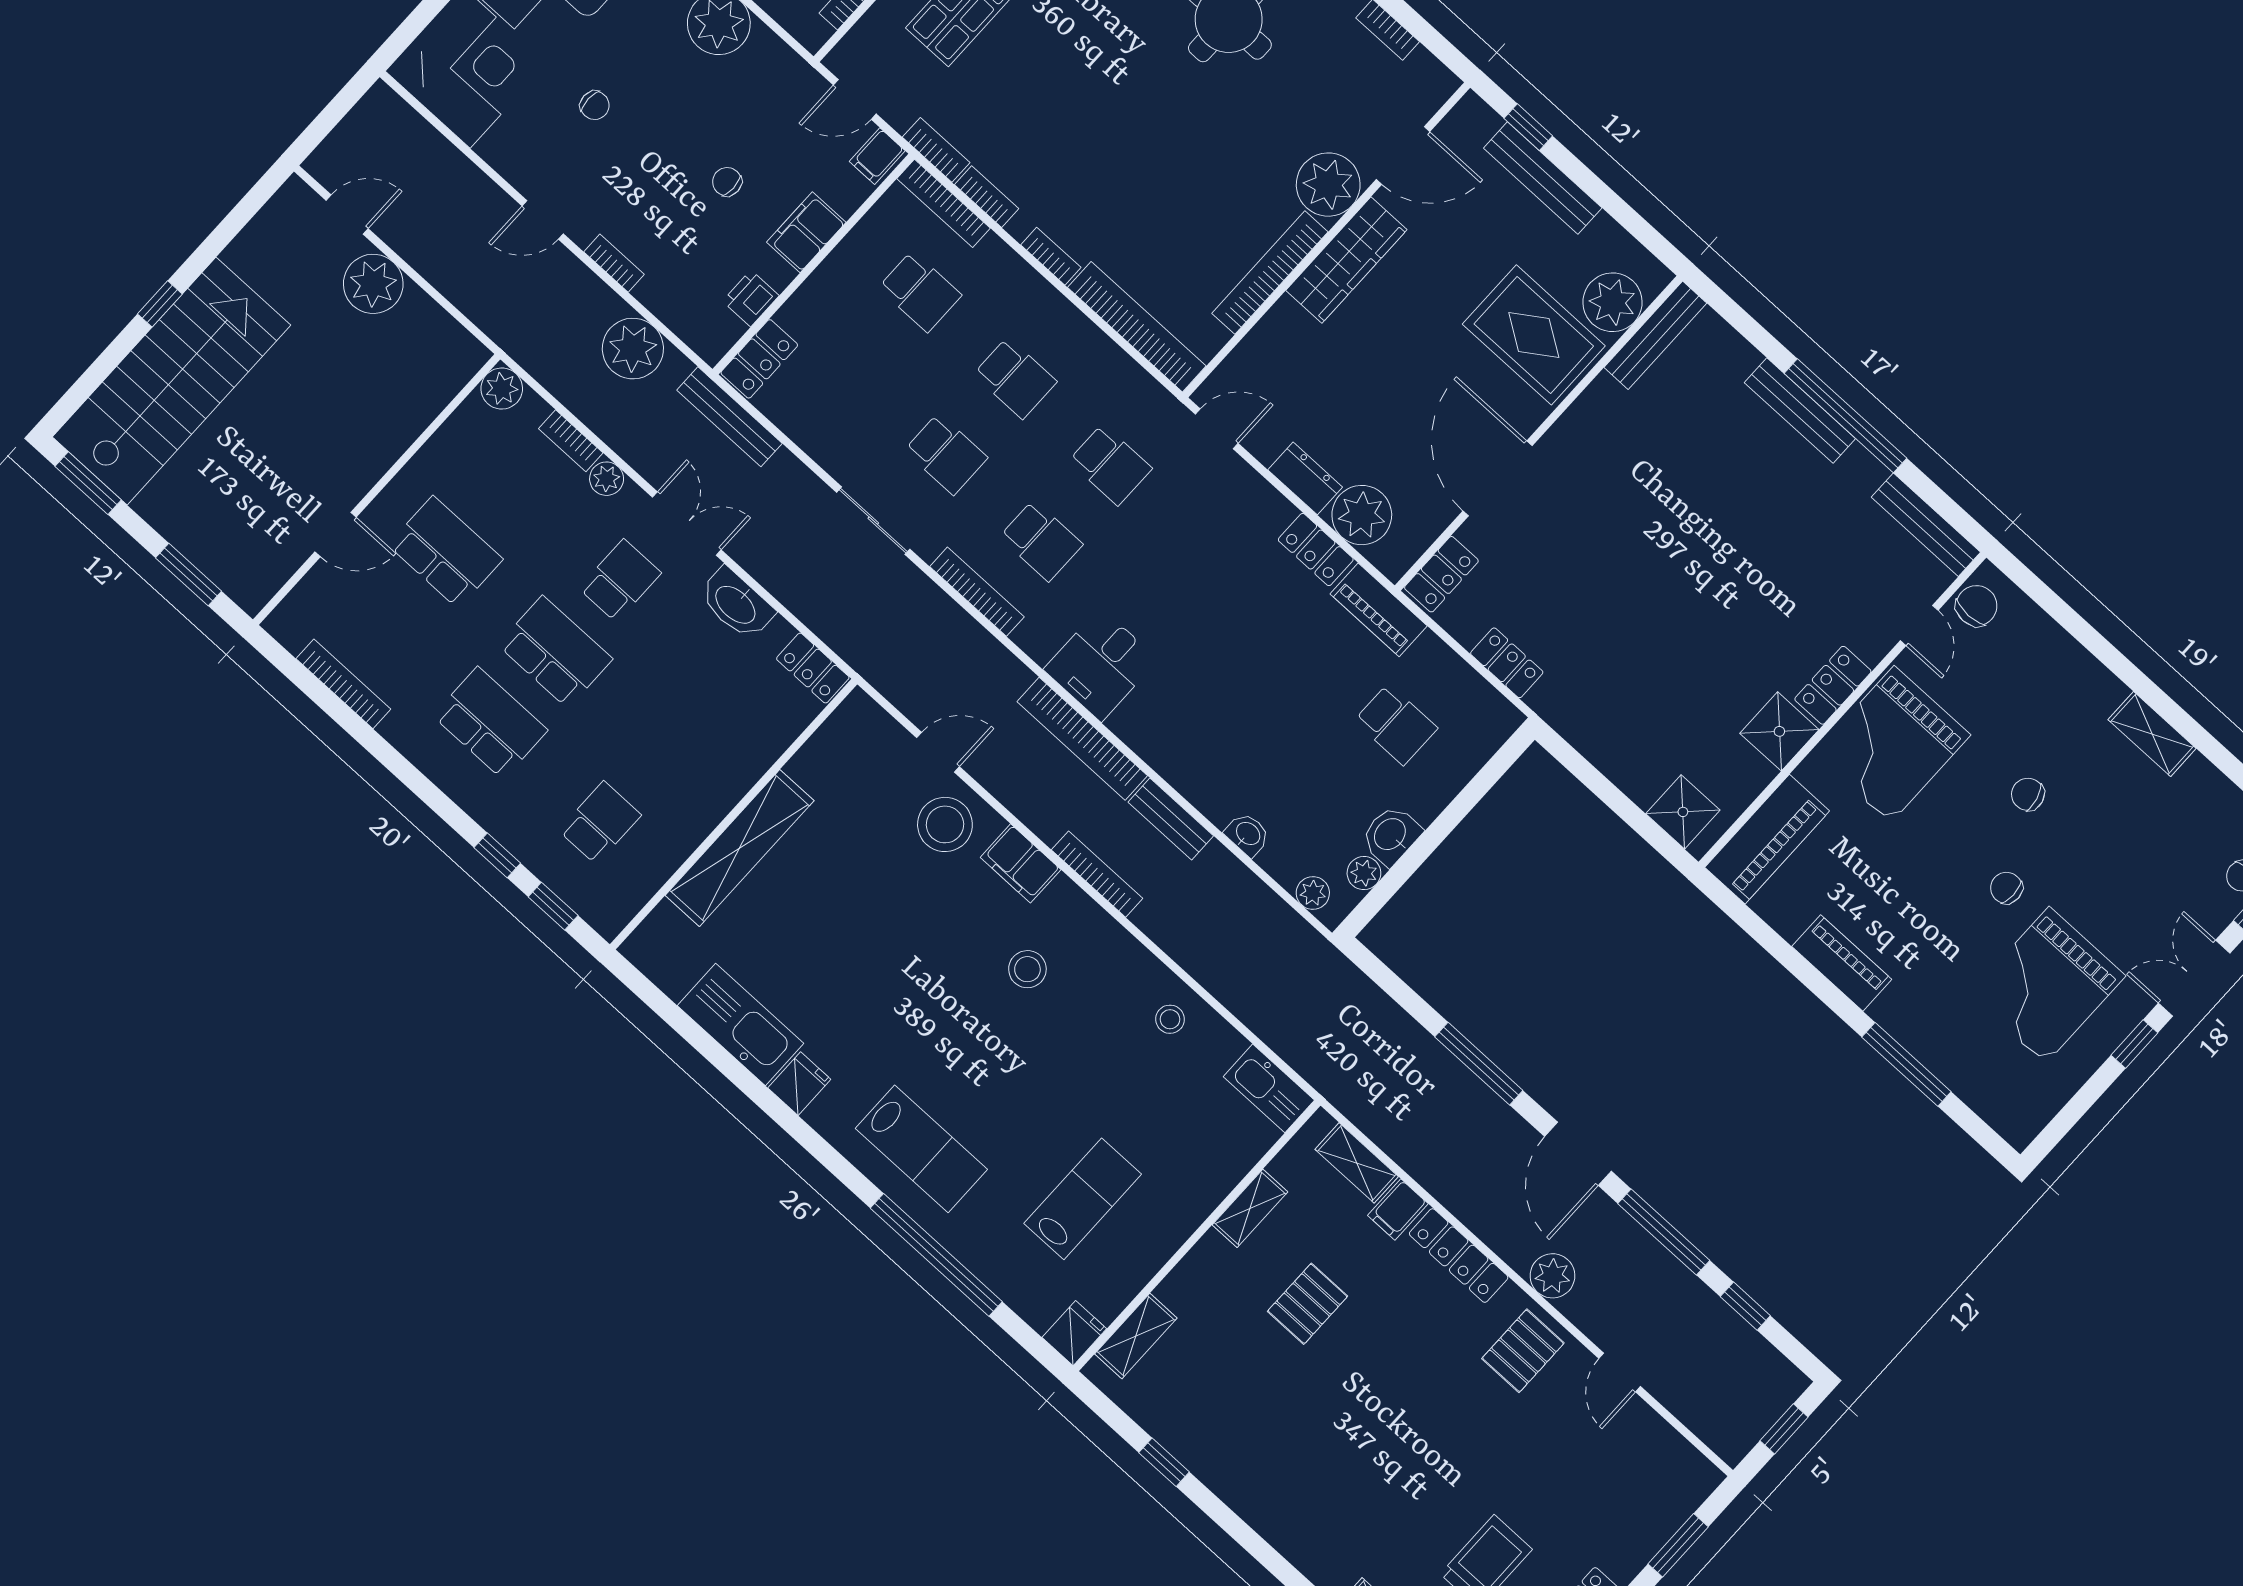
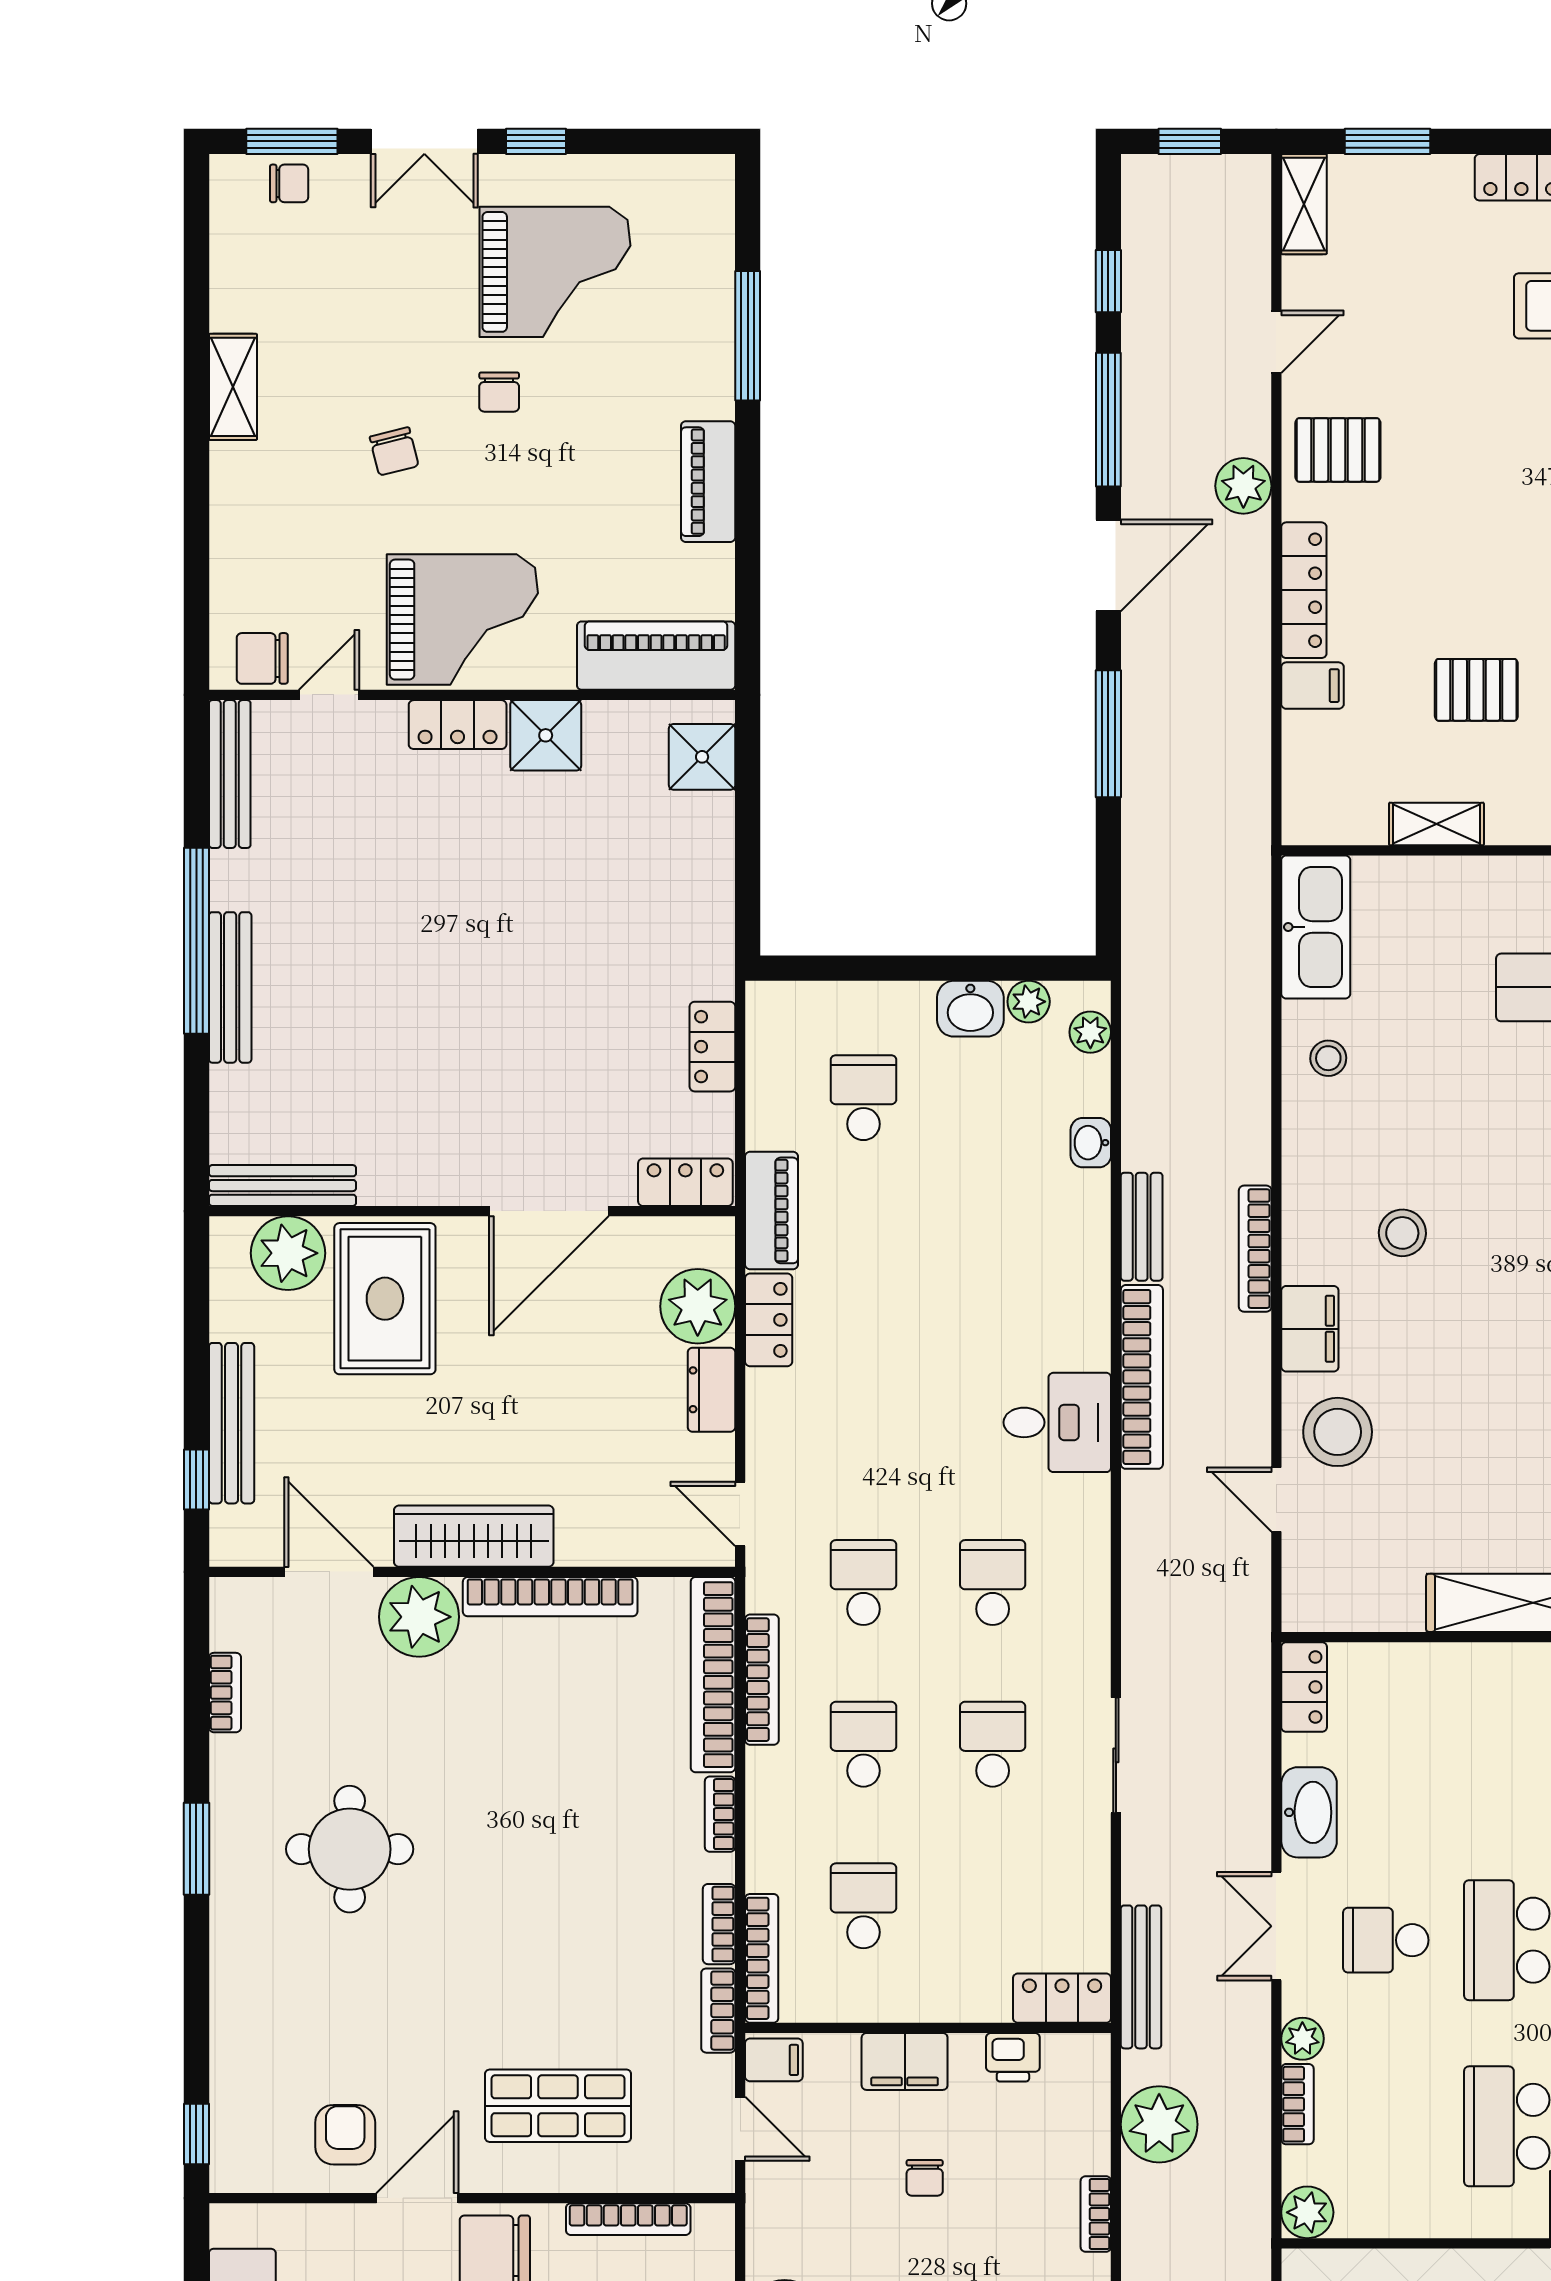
bookcase: (977, 592) -> (762, 1680), moved, turned 180
kitchen sink: (1269, 1088) -> (1316, 927), width x1.36, depth x1.24
shelving: (1357, 1163) -> (1304, 204), moved

